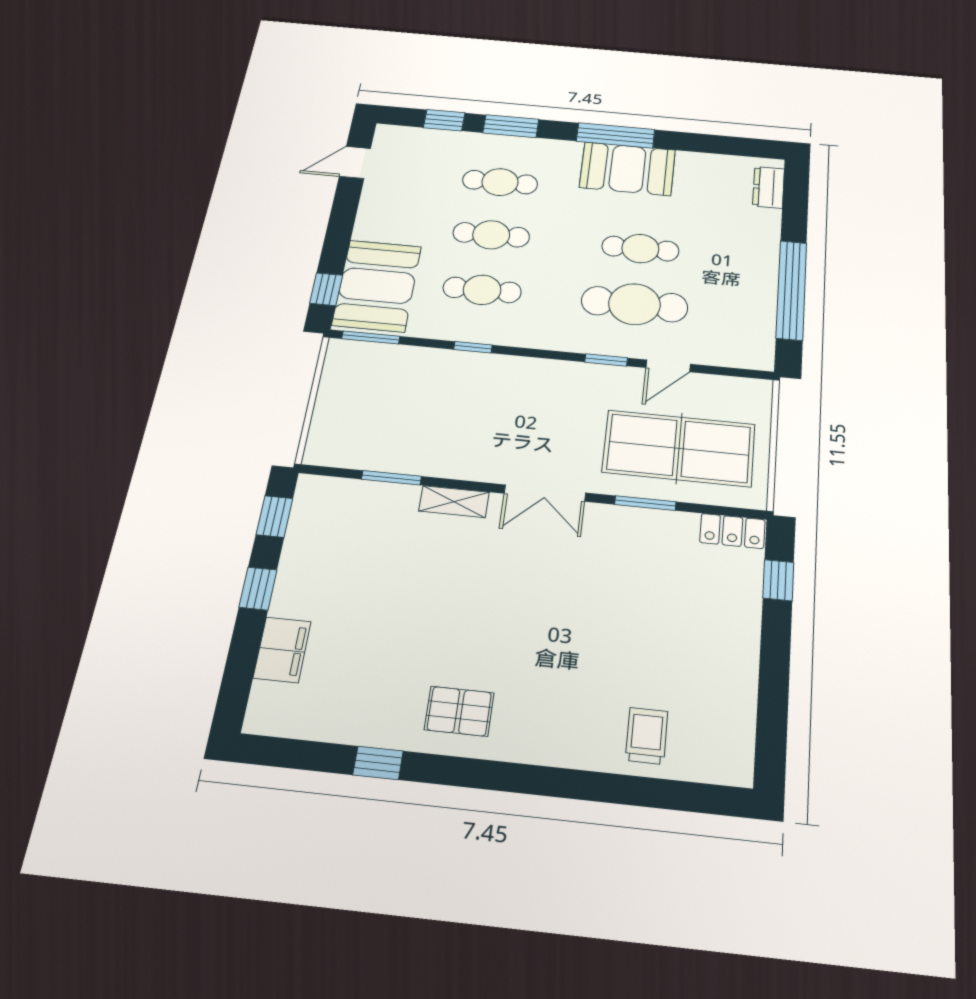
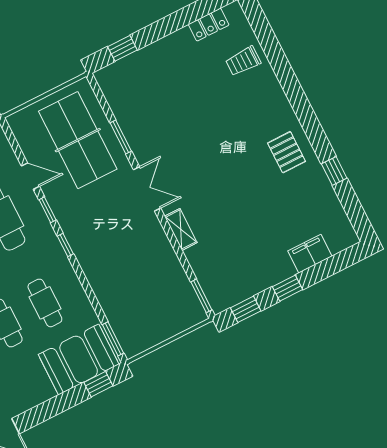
window: (473, 347) -> (65, 245), moved
window: (391, 478) -> (201, 296), moved
locker: (732, 531) -> (209, 25), moved, turned 90

